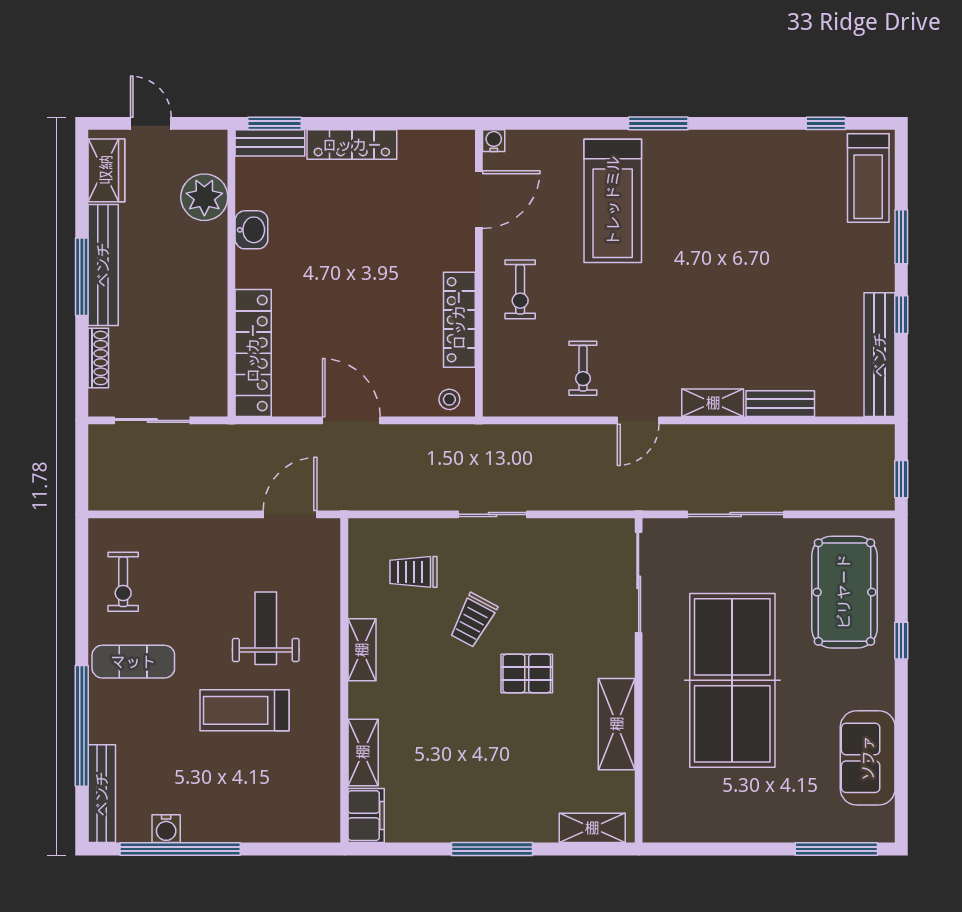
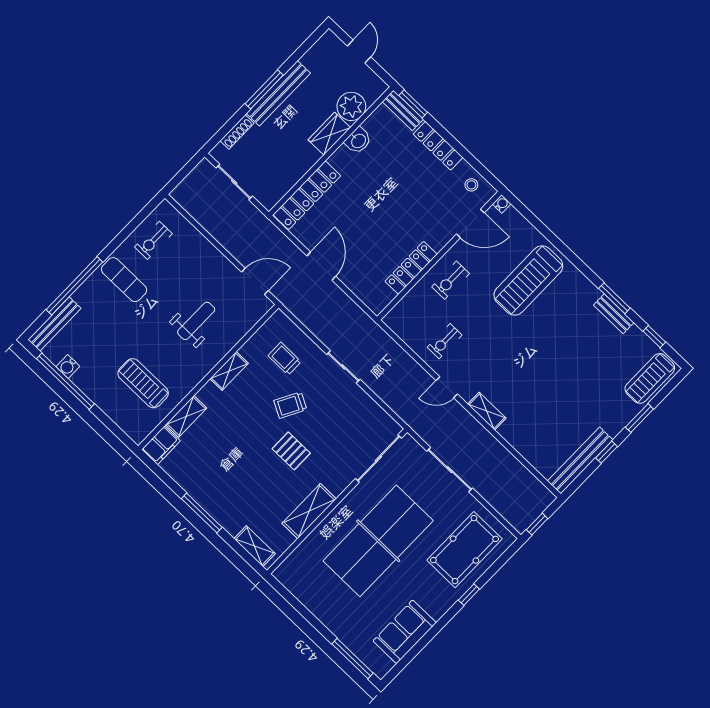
window: (658, 123) -> (614, 298), moved
wardrobe: (106, 170) -> (329, 134), moved, turned 180
stool: (449, 399) -> (471, 185), moved
bench: (780, 404) -> (614, 314), moved
treadmill: (244, 710) -> (143, 383), moved

